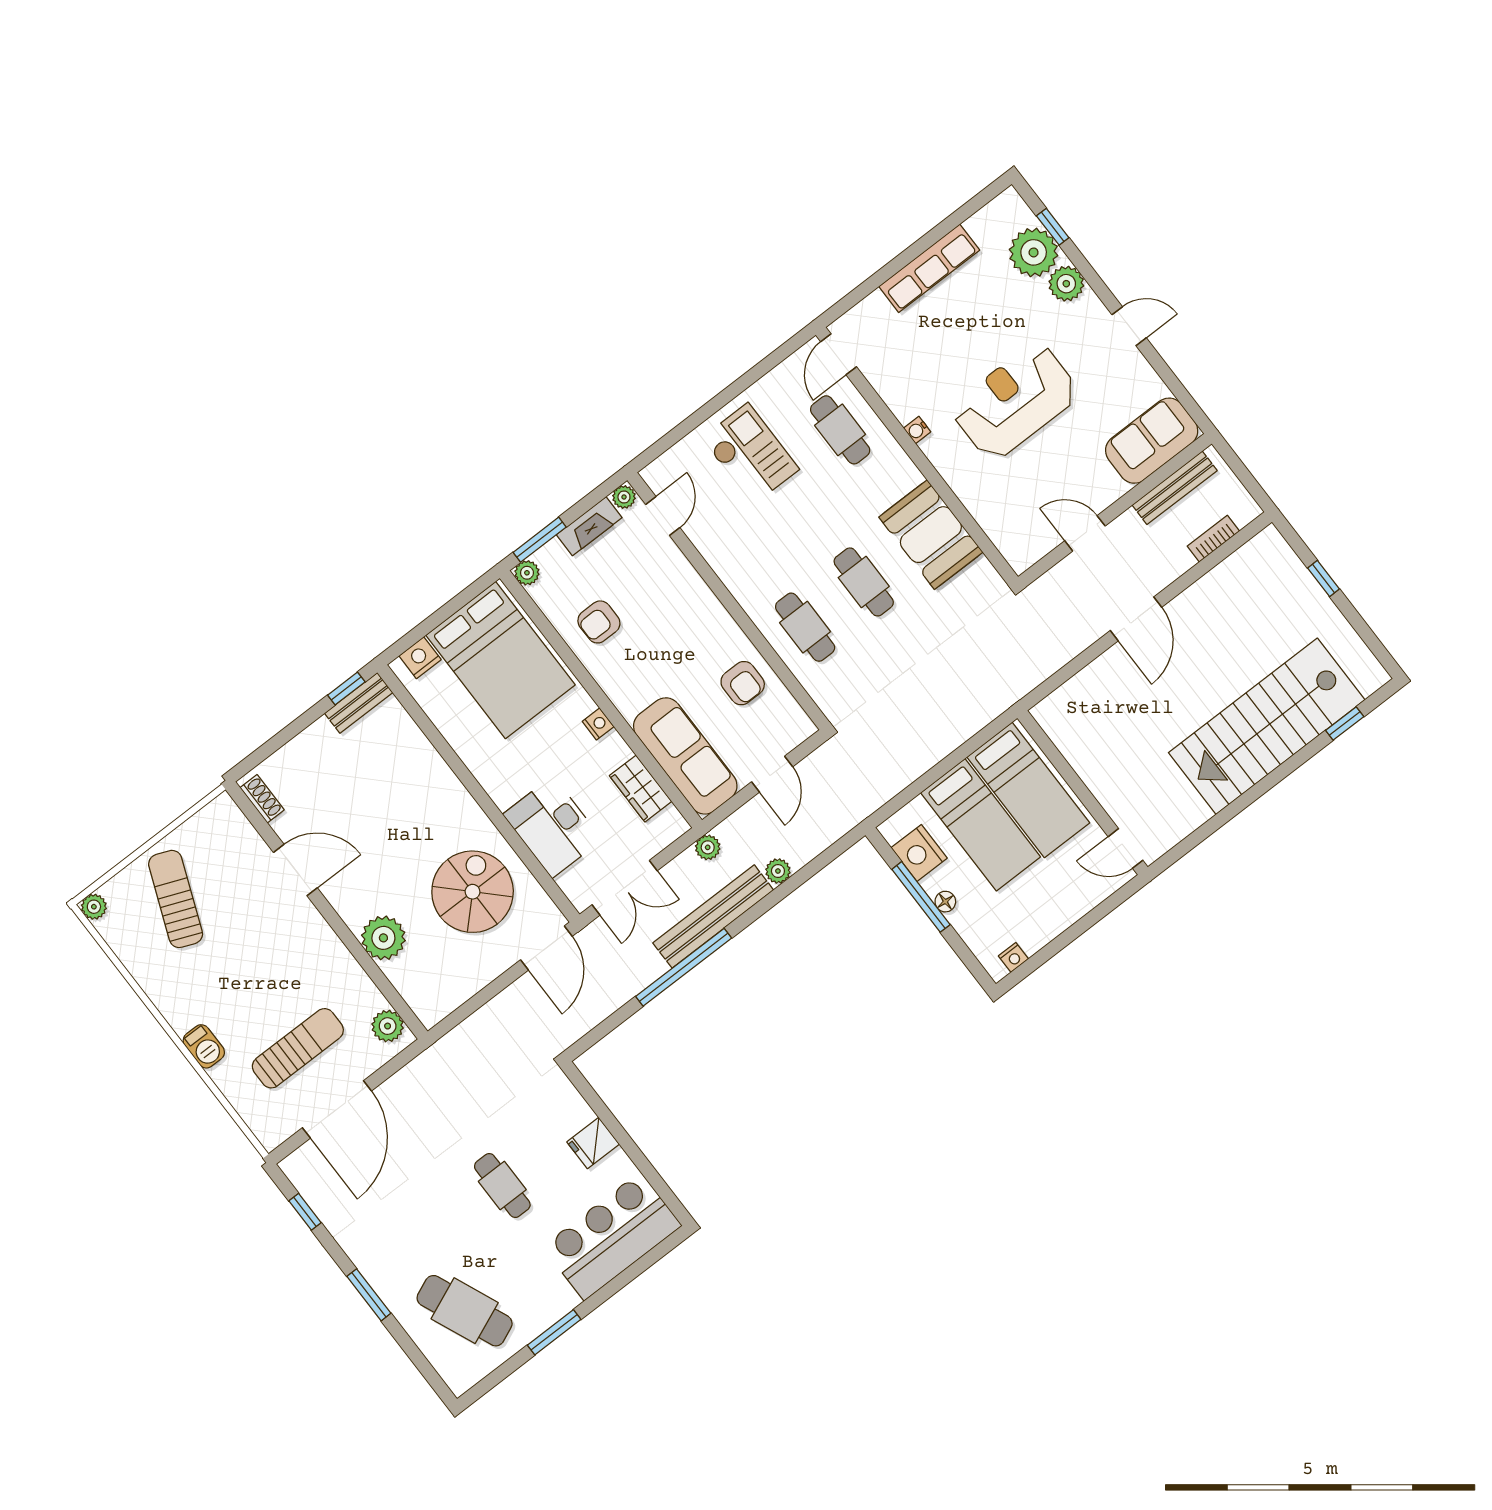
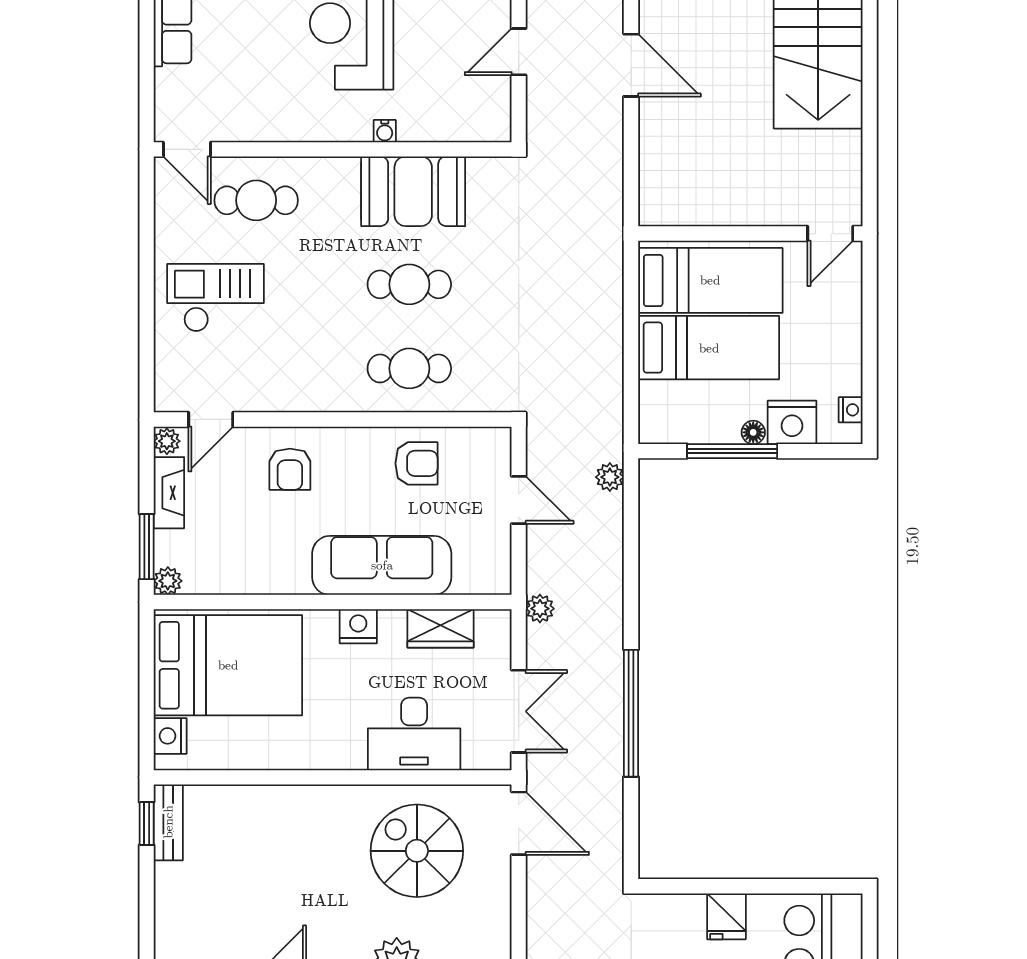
water cooler: (917, 430) -> (385, 131), moved
door: (663, 516) -> (211, 419), swing flipped
armchair: (599, 622) -> (290, 469), moved
nightstand: (598, 724) -> (358, 626), width x1.39, depth x1.35
sofa: (685, 756) -> (382, 565), moved
nightstand: (919, 853) -> (792, 422), moved
plant: (778, 871) -> (610, 477), moved
bench: (713, 916) -> (606, 651), removed

